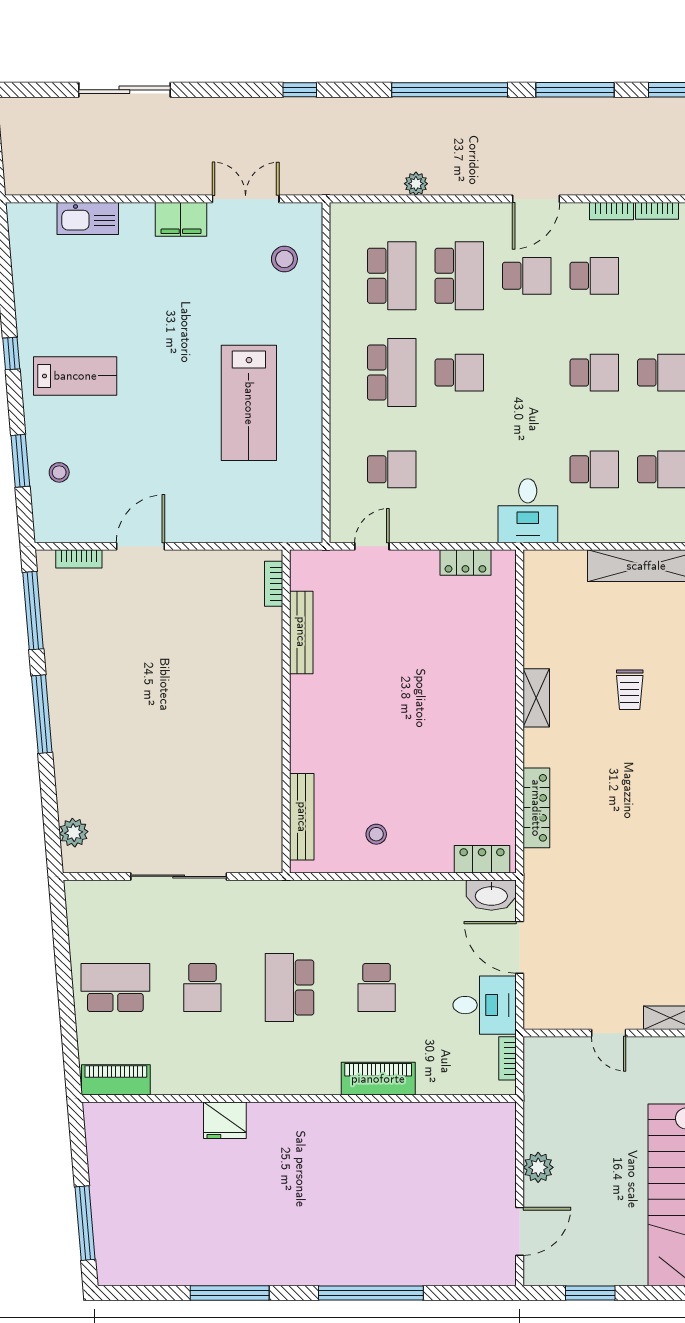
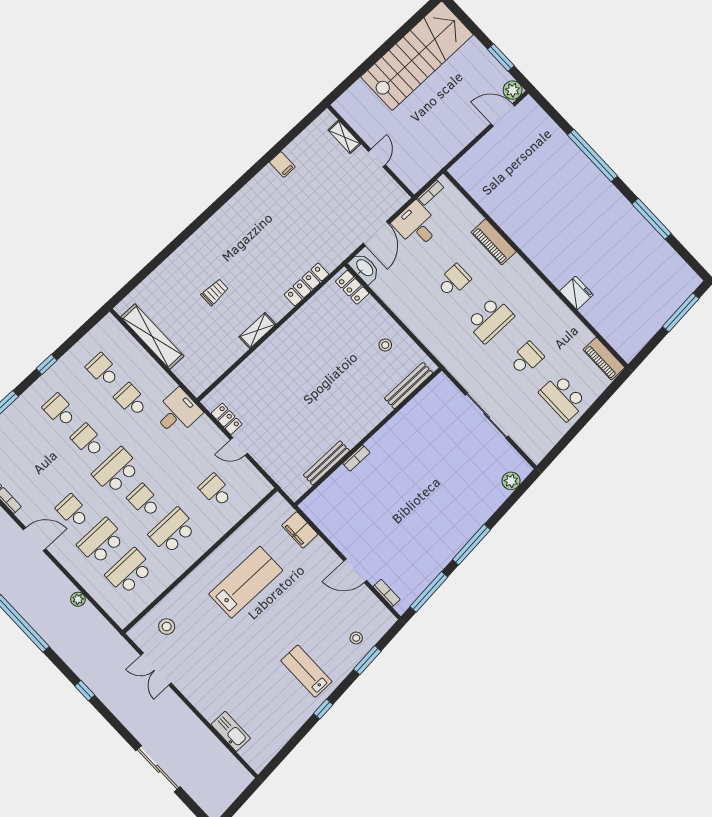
filing cabinet: (181, 219) -> (300, 530), moved, turned 180
school desk: (594, 276) -> (116, 471), moved, width x1.85
door: (372, 546) -> (239, 446), moved
bookcase: (274, 584) -> (356, 458), moved
plant: (538, 1167) -> (513, 90), moved

